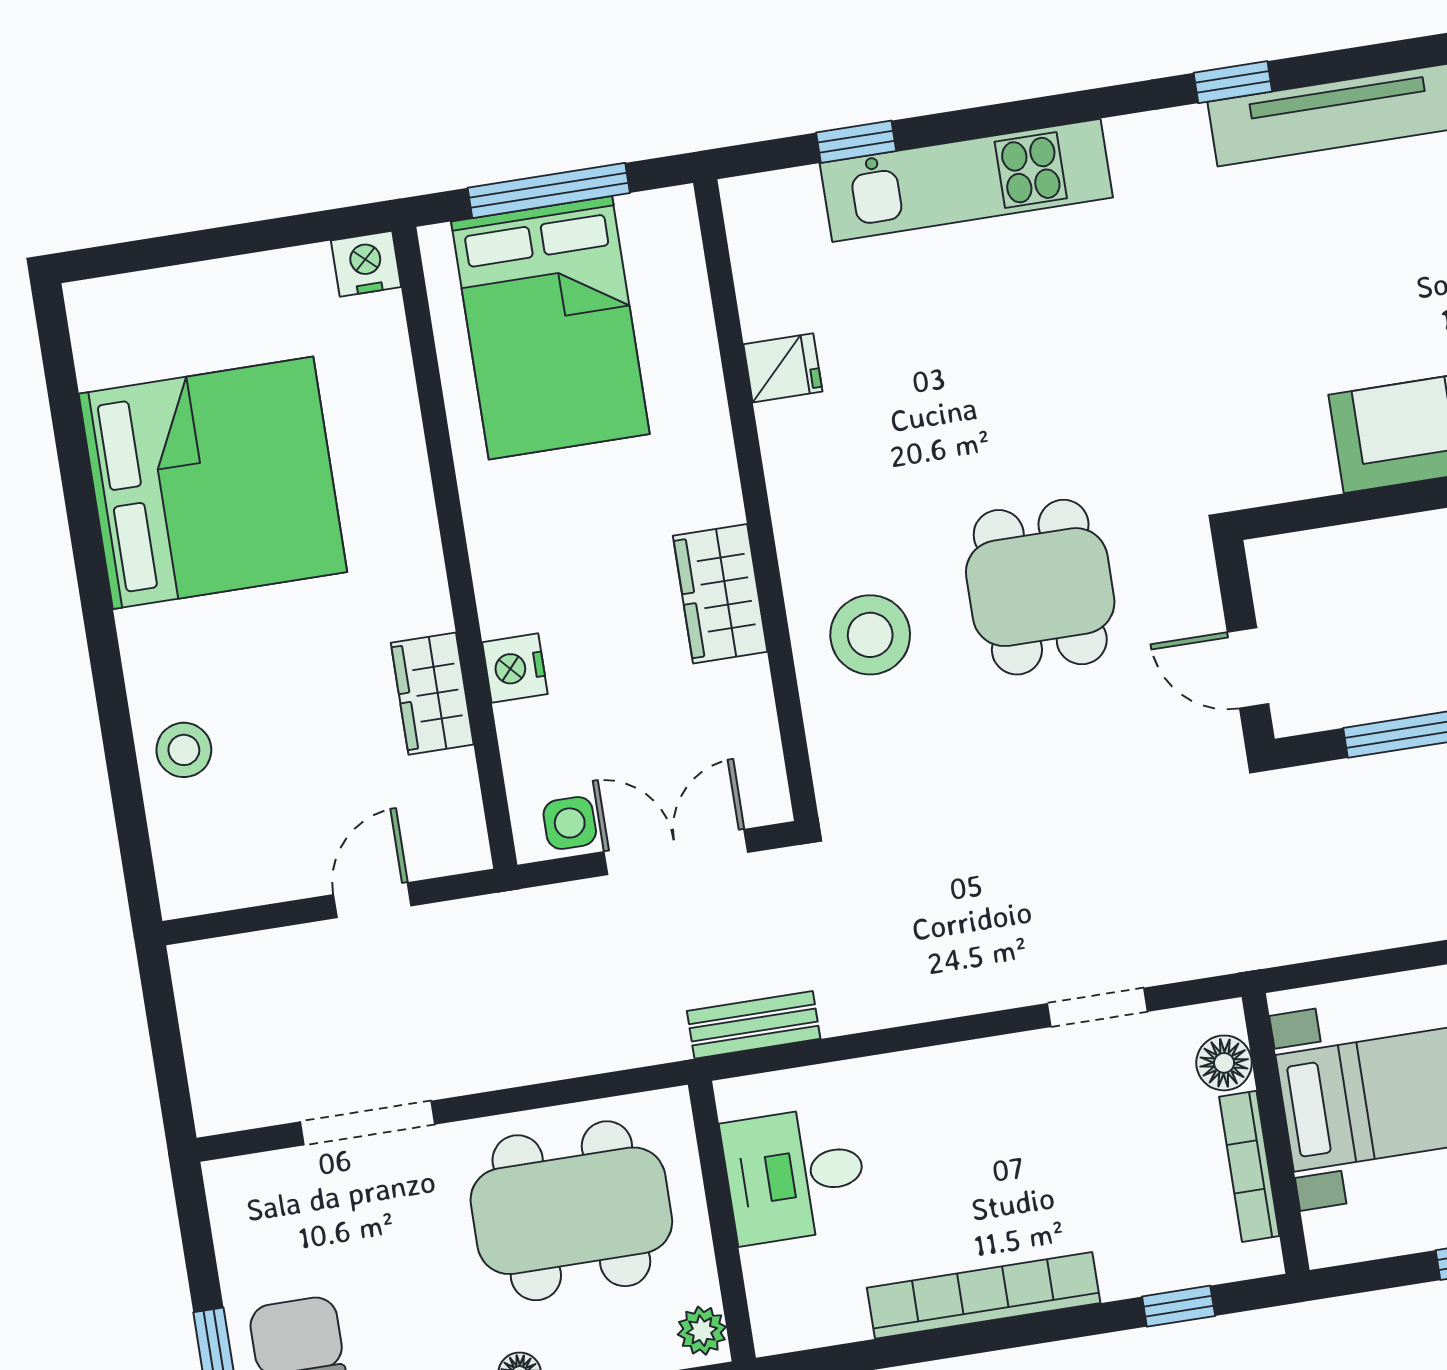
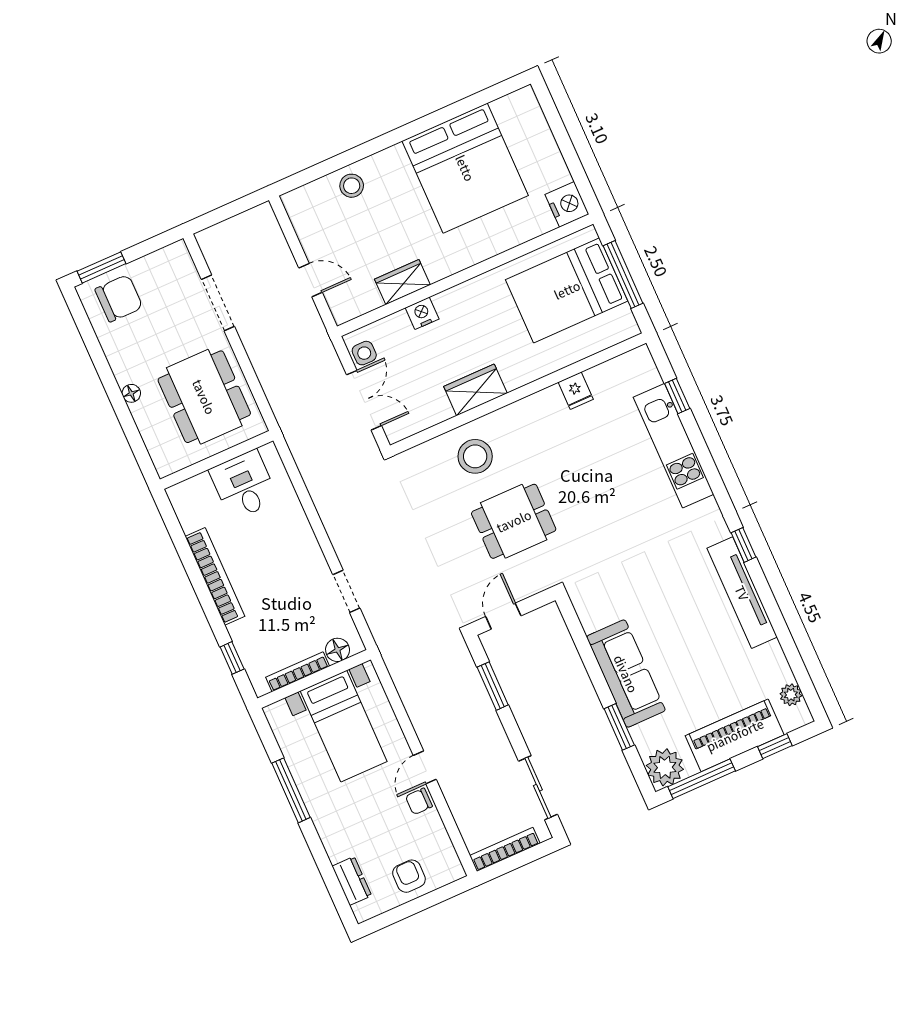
nightstand: (366, 264) -> (567, 204), width x1.36, depth x1.33
bench: (754, 1025) -> (301, 451), removed
plant: (702, 1331) -> (169, 464), removed

